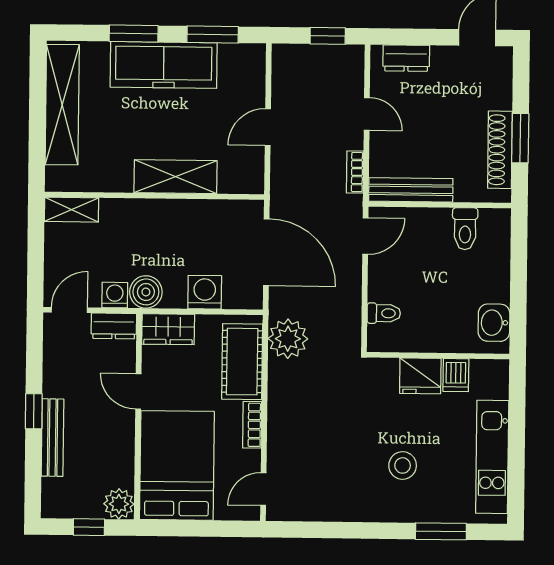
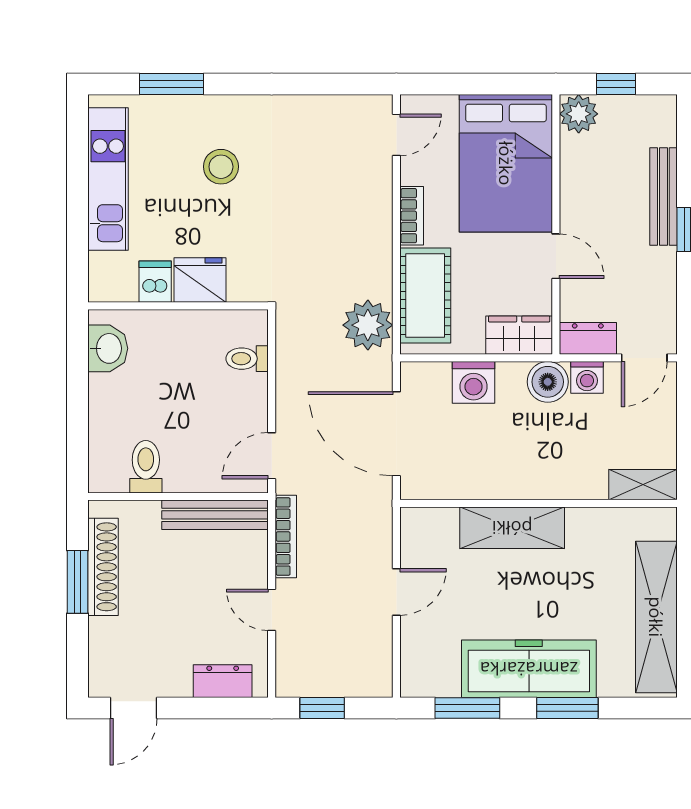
bookcase: (355, 172) -> (286, 536), width x1.56

